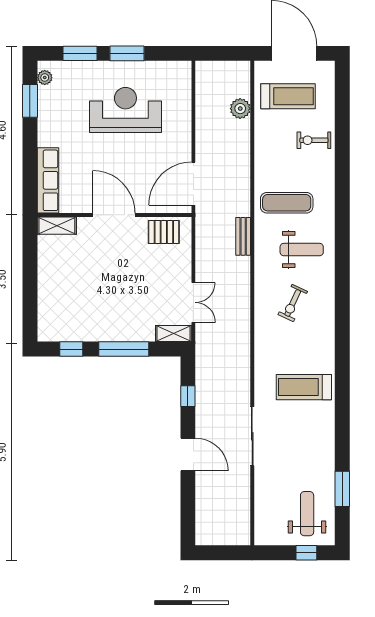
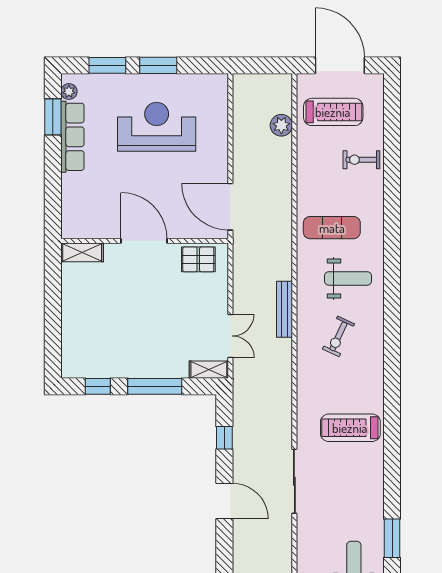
row of seats: (48, 180) -> (72, 137), moved
door: (193, 184) -> (230, 207), hinge flipped
bench: (243, 236) -> (284, 309), moved, width x1.36

